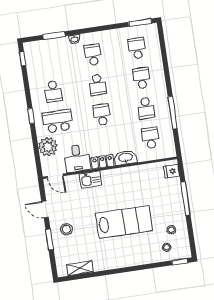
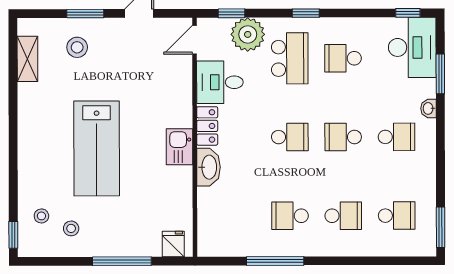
desk: (42, 53) -> (412, 47), added
school desk: (150, 138) -> (237, 216), removed
window: (37, 158) -> (232, 13), added
kitchen sink: (91, 180) -> (179, 147), moved
stool: (66, 229) -> (77, 47), moved

